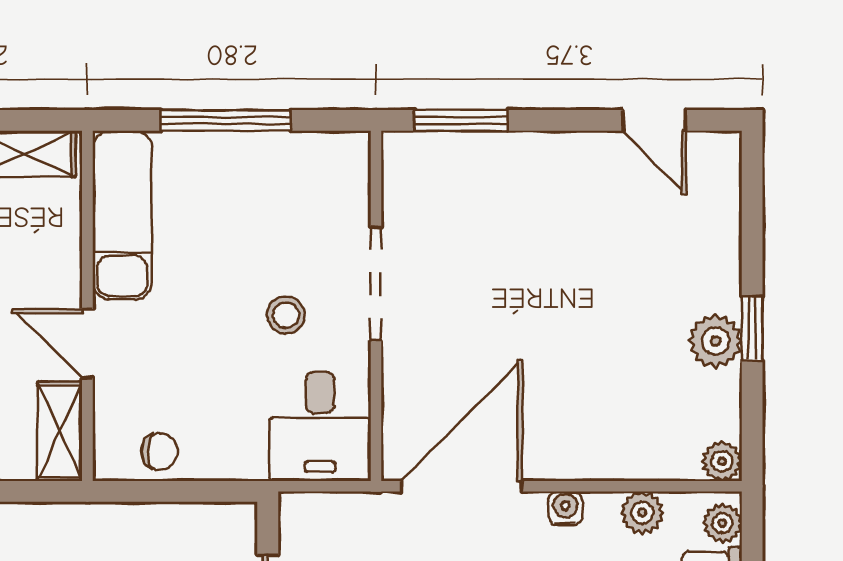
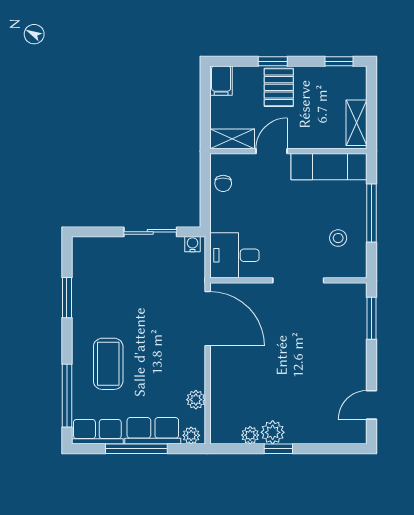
stool: (286, 315) -> (338, 238), moved
plant: (722, 461) -> (250, 435), moved
water cooler: (565, 508) -> (193, 244), moved, turned -90

